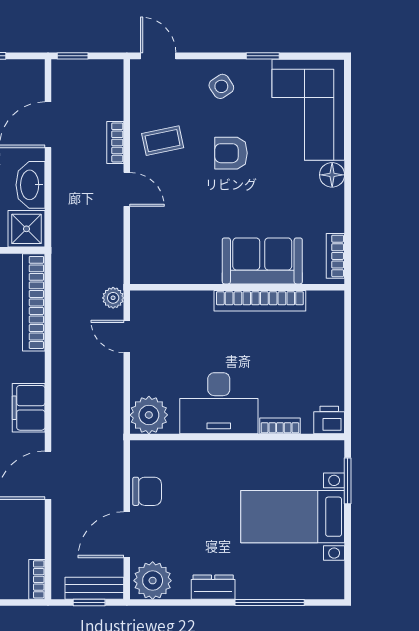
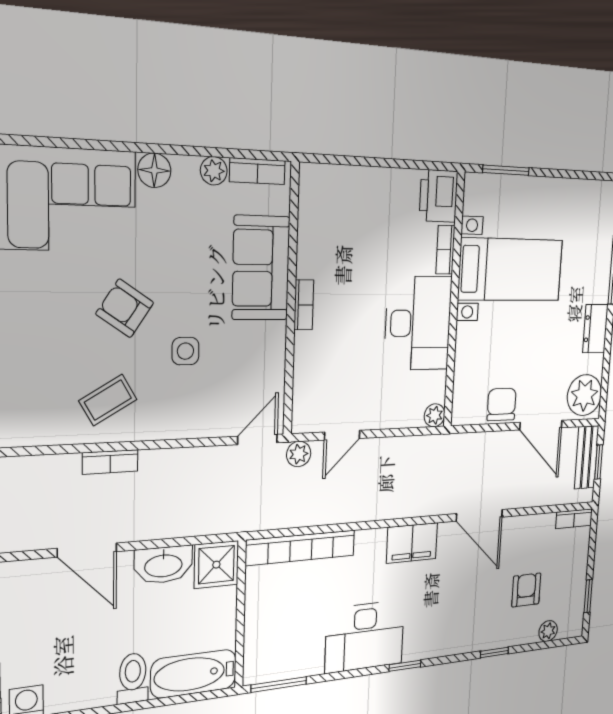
side table: (221, 86) -> (185, 351), moved, turned 33
coffee table: (163, 141) -> (108, 400), turned 72
armchair: (231, 153) -> (125, 308), turned 124
door: (127, 189) -> (257, 439), moved
plant: (334, 221) -> (214, 171), added
bookcase: (260, 301) -> (304, 305), width x0.43, depth x0.76
plant: (149, 415) -> (435, 415), width x0.53, depth x0.53
printer: (329, 420) -> (439, 196), width x1.36, depth x1.24
bed with nightstands: (293, 517) -> (511, 270), moved, turned -90

